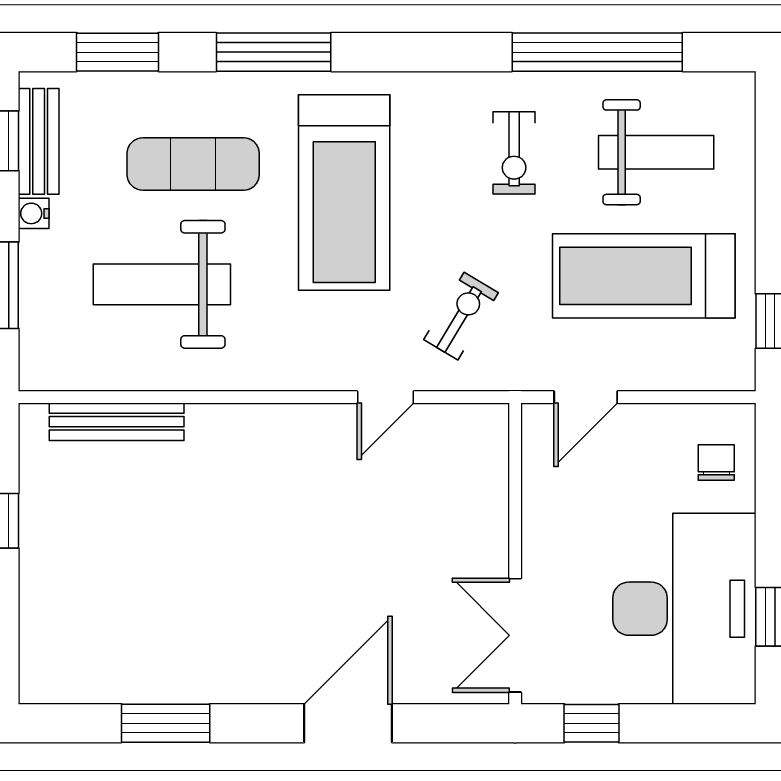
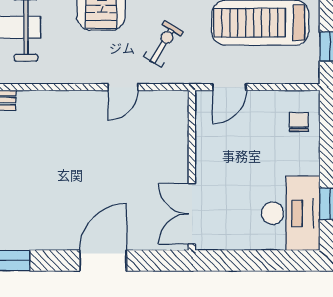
desk: (684, 609) -> (291, 213), width x0.73, depth x0.77
window: (591, 723) -> (233, 260), removed

